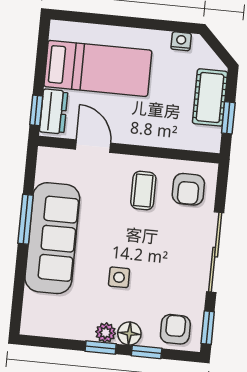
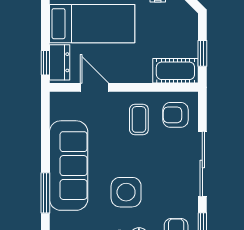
cot: (210, 97) -> (175, 71), moved, turned 90
armchair: (188, 189) -> (176, 115), turned 90
window: (26, 219) -> (45, 193), moved
side table: (119, 277) -> (126, 192), width x1.87, depth x1.87

